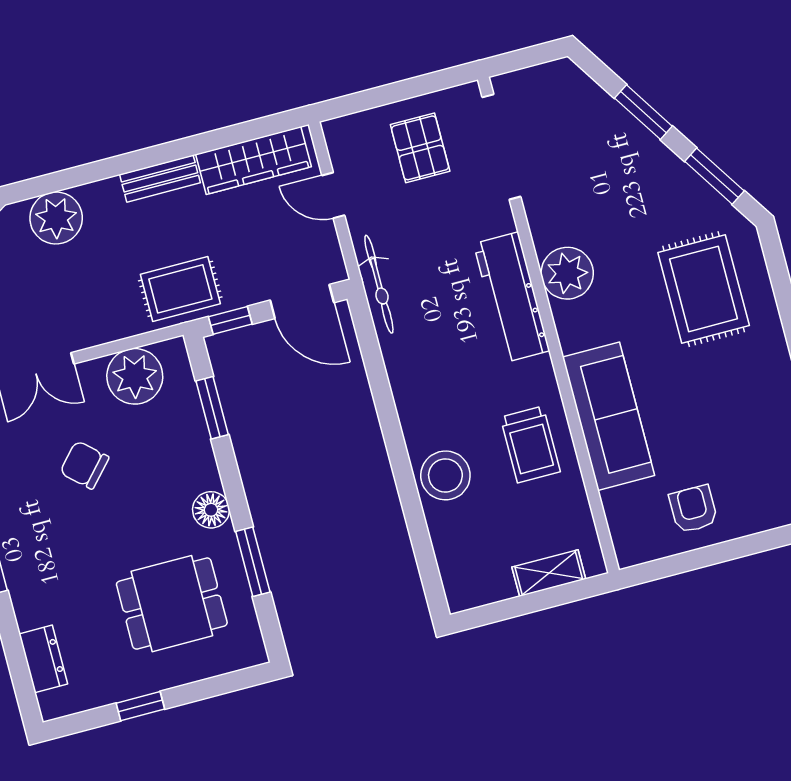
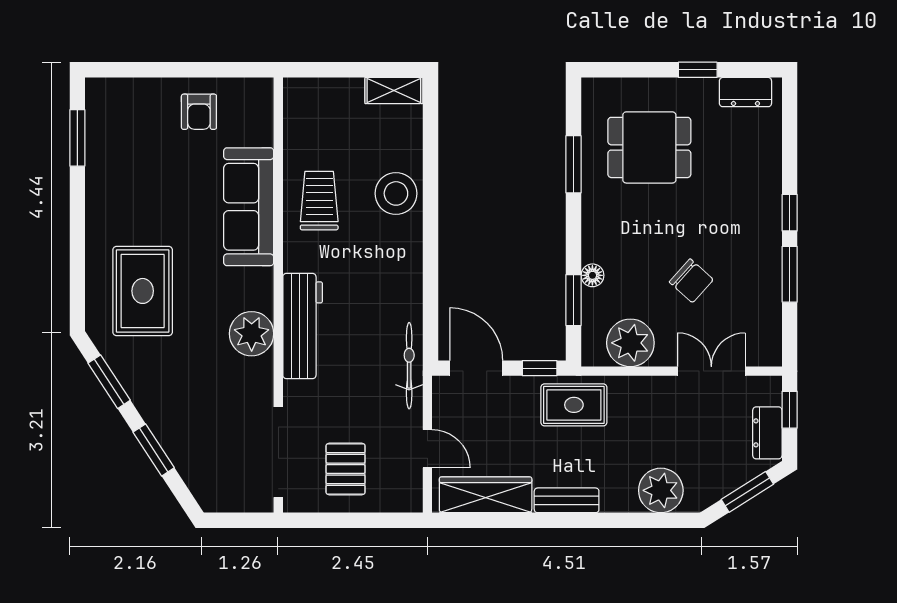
floor lamp: (211, 510) -> (592, 275), moved, width x0.73, depth x0.73
shelving: (549, 573) -> (394, 90), moved
dresser: (43, 659) -> (745, 92), moved, turned -90

